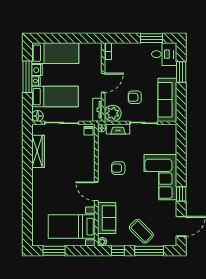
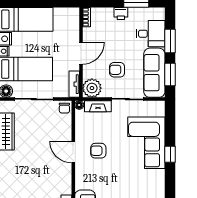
printer: (138, 48) -> (121, 13), added
desk: (164, 54) -> (151, 34), moved
window: (181, 101) -> (170, 75), added
corner sofa: (160, 177) -> (146, 143), moved
door: (96, 191) -> (73, 152), moved
window: (181, 194) -> (170, 154), moved

